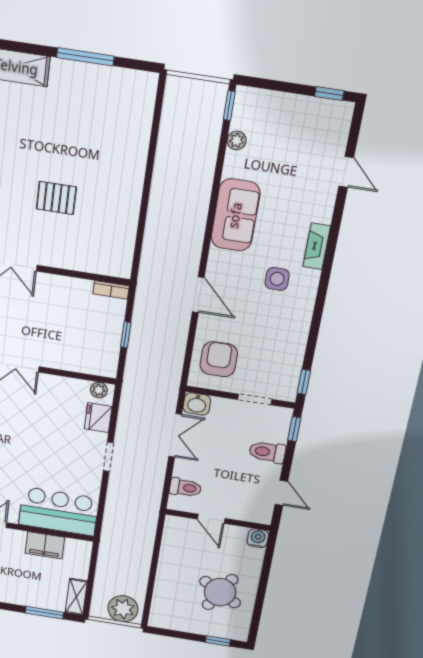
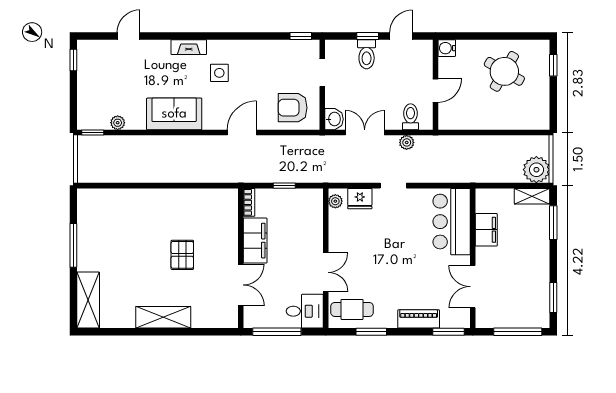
filing cabinet: (64, 290) -> (255, 241), added
window: (294, 429) -> (368, 36), moved
plant: (156, 479) -> (407, 142), added
plant: (123, 609) -> (536, 170), moved

